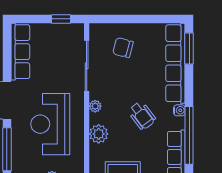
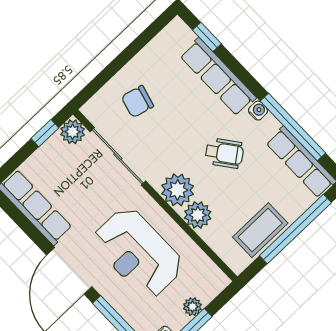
plant: (76, 32) -> (73, 132), added
window: (189, 48) -> (207, 37), width x0.67
row of seats: (175, 63) -> (218, 77), width x0.73
plant: (95, 106) -> (178, 190), width x1.88, depth x1.88

